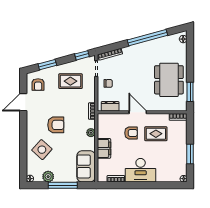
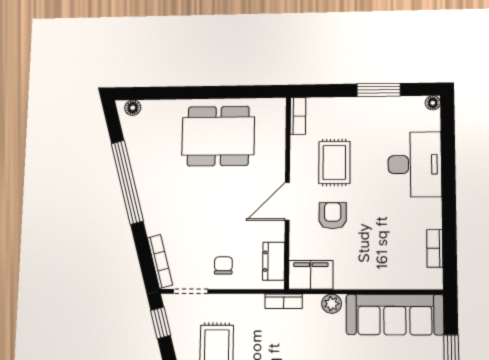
window: (190, 92) -> (245, 92), removed
filing cabinet: (104, 148) -> (311, 275), moved
sofa: (86, 166) -> (395, 315), width x1.36
desk: (141, 170) -> (415, 164), moved

